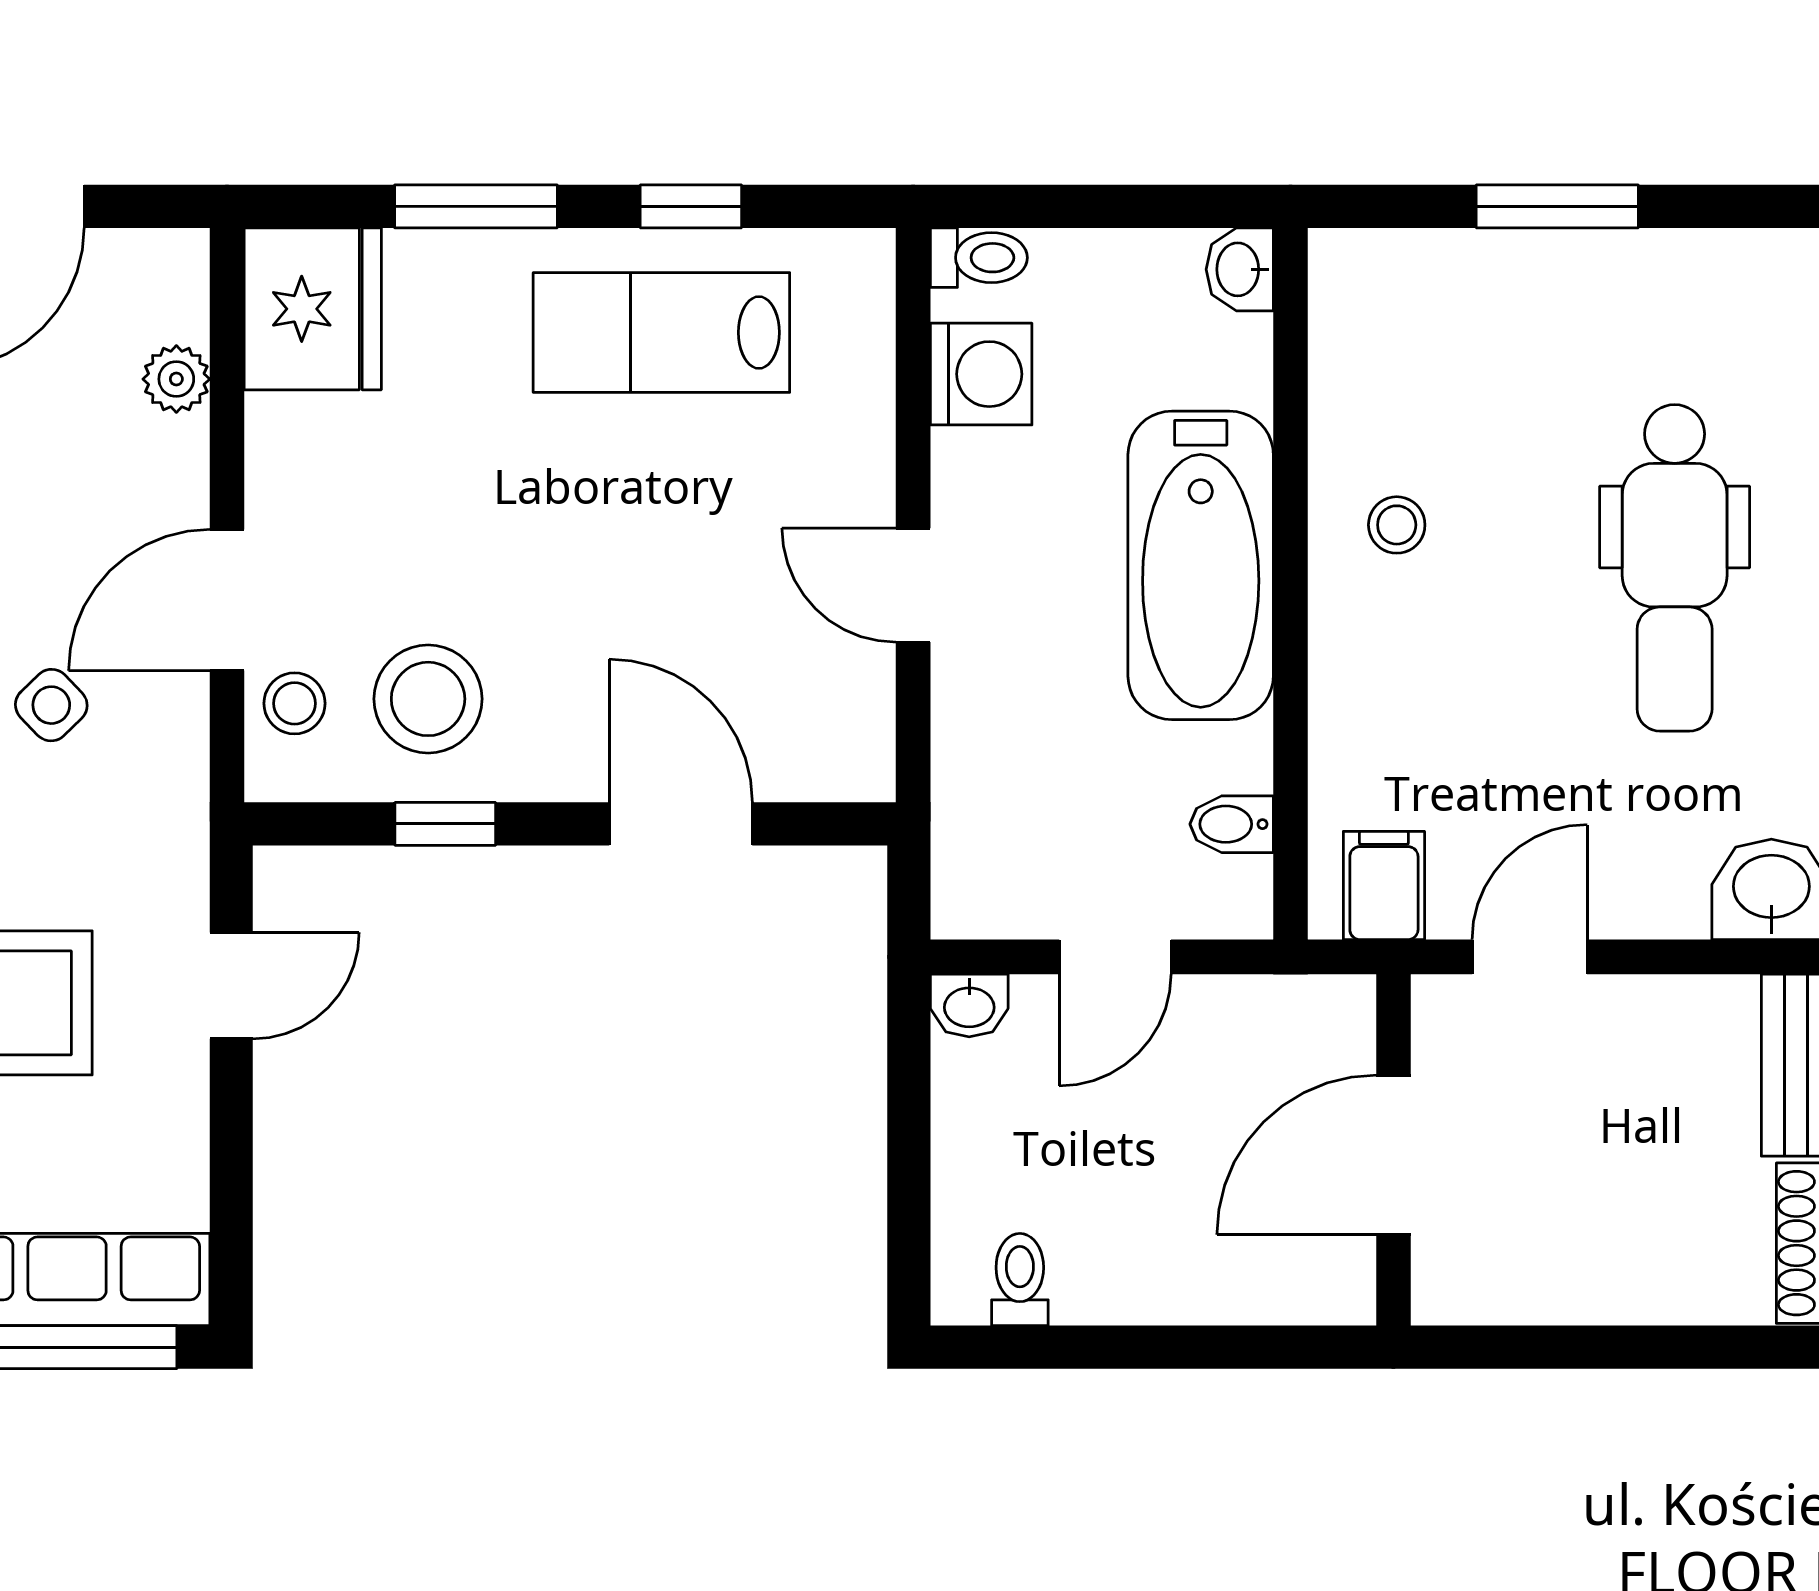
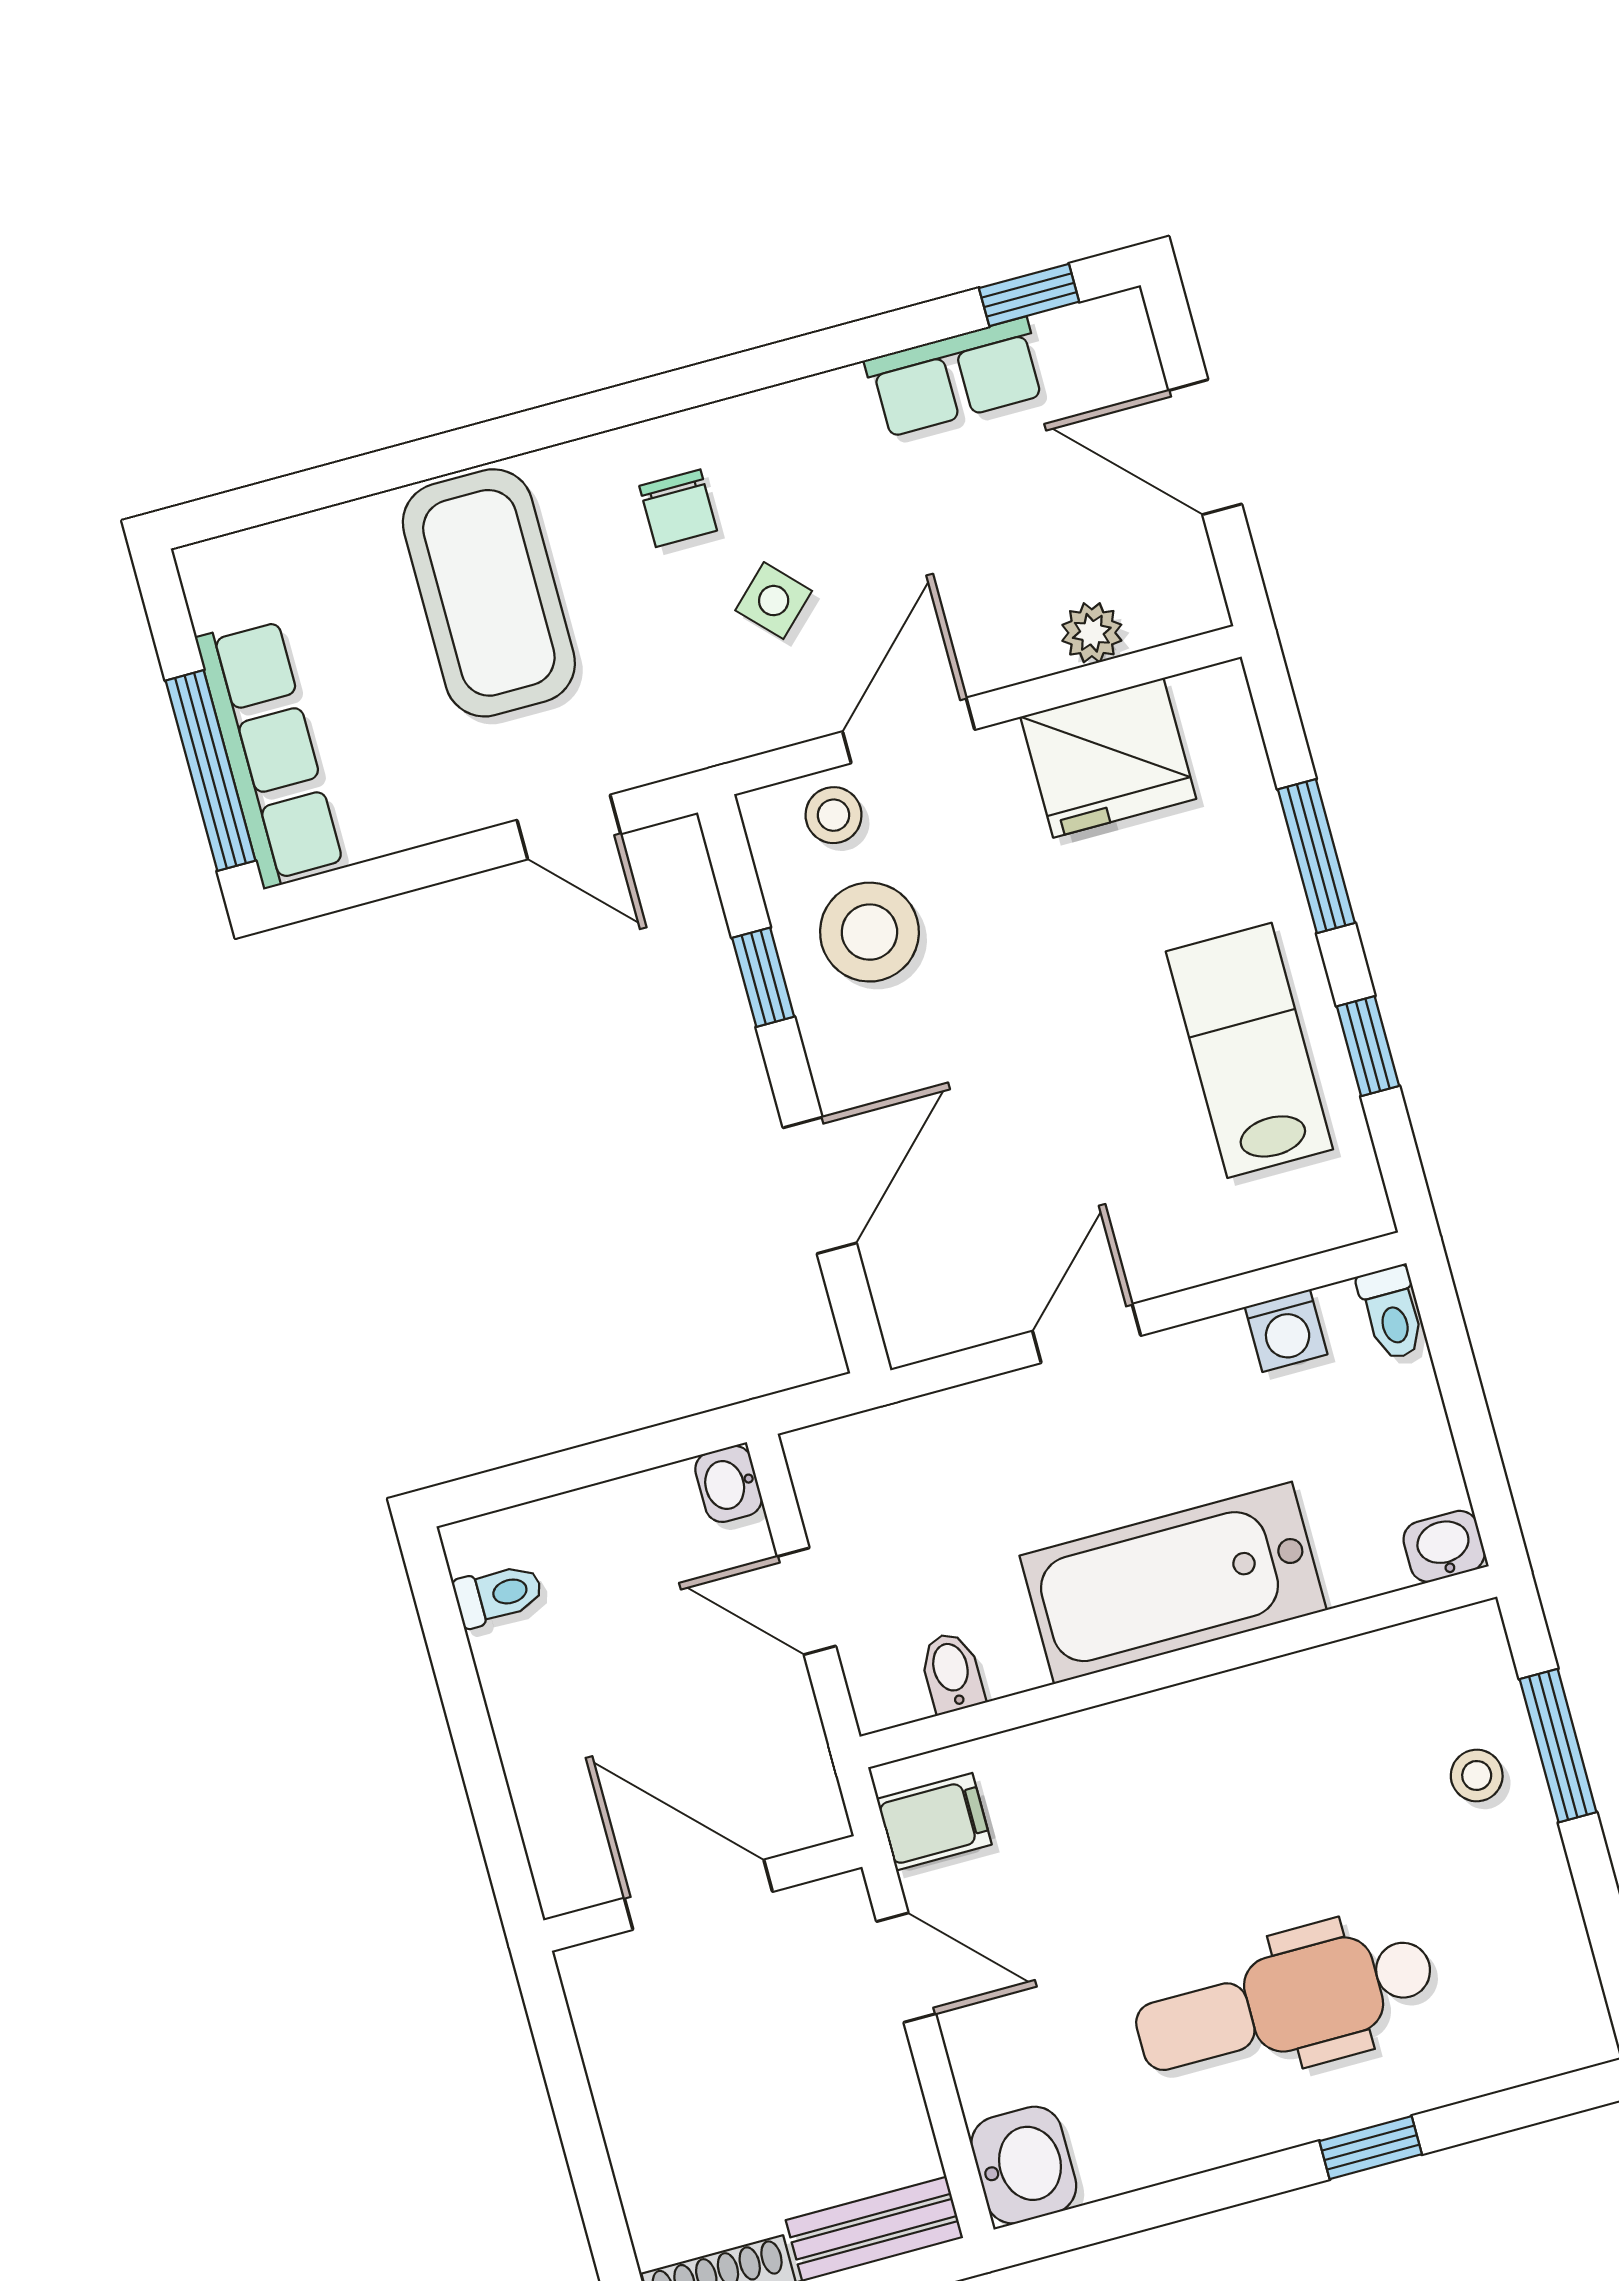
window: (1557, 206) -> (1558, 1746), moved
fridge: (313, 309) -> (1108, 758), moved
washing machine: (981, 374) -> (1286, 1331), width x0.73, depth x0.73
stool: (1397, 525) -> (1477, 1775), moved
door: (227, 600) -> (909, 731), hinge flipped

